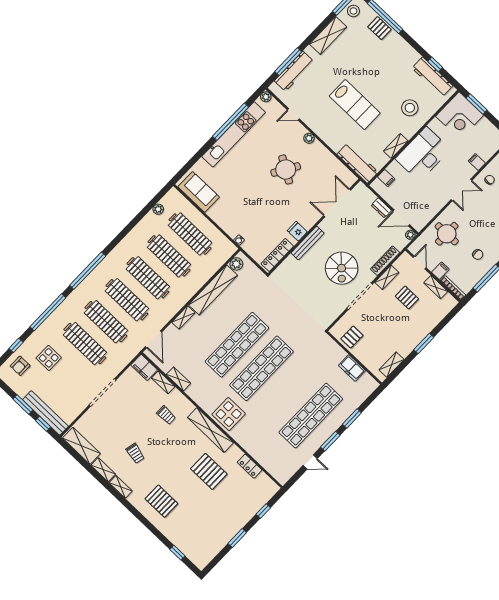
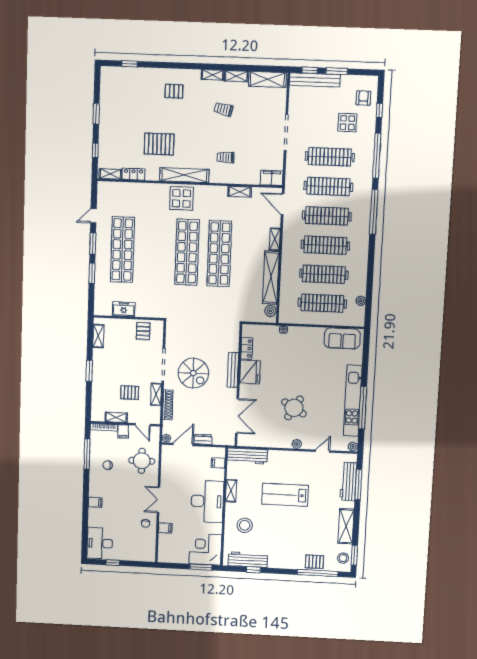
fridge: (297, 231) -> (250, 372), width x1.88, depth x1.34
locker: (277, 255) -> (247, 348), width x0.66
spiral stairs: (342, 268) -> (193, 373), turned 180
shelving: (163, 382) -> (110, 174), moved
pallet: (161, 501) -> (174, 91), width x0.67, depth x0.71

